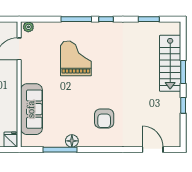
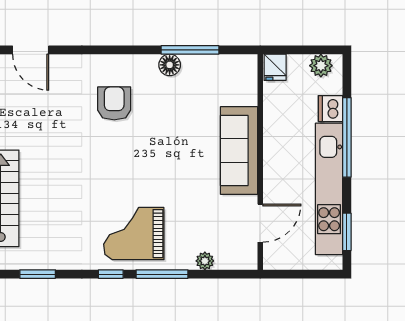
plant: (28, 27) -> (205, 261), moved
grand piano: (76, 58) -> (134, 234), moved, turned 90
sofa: (31, 109) -> (239, 150), moved

